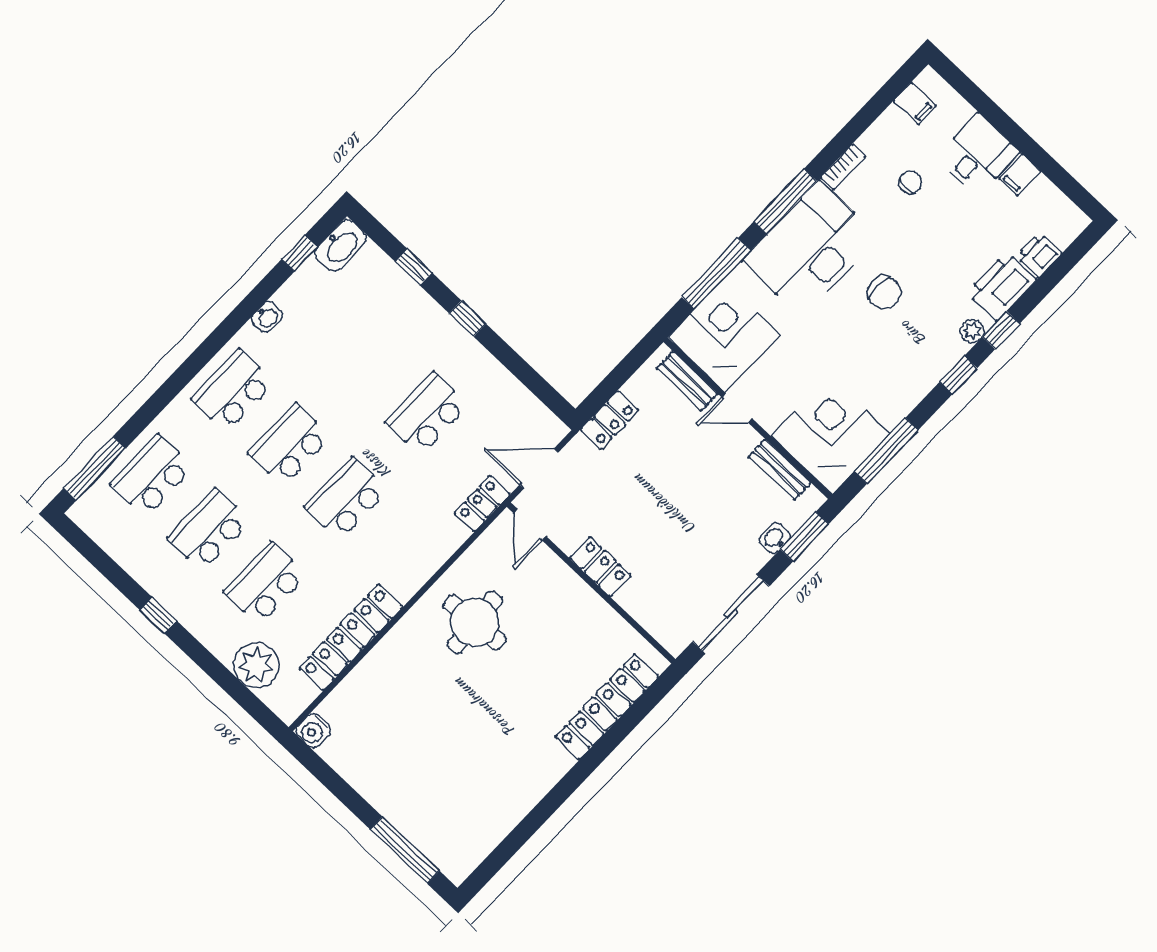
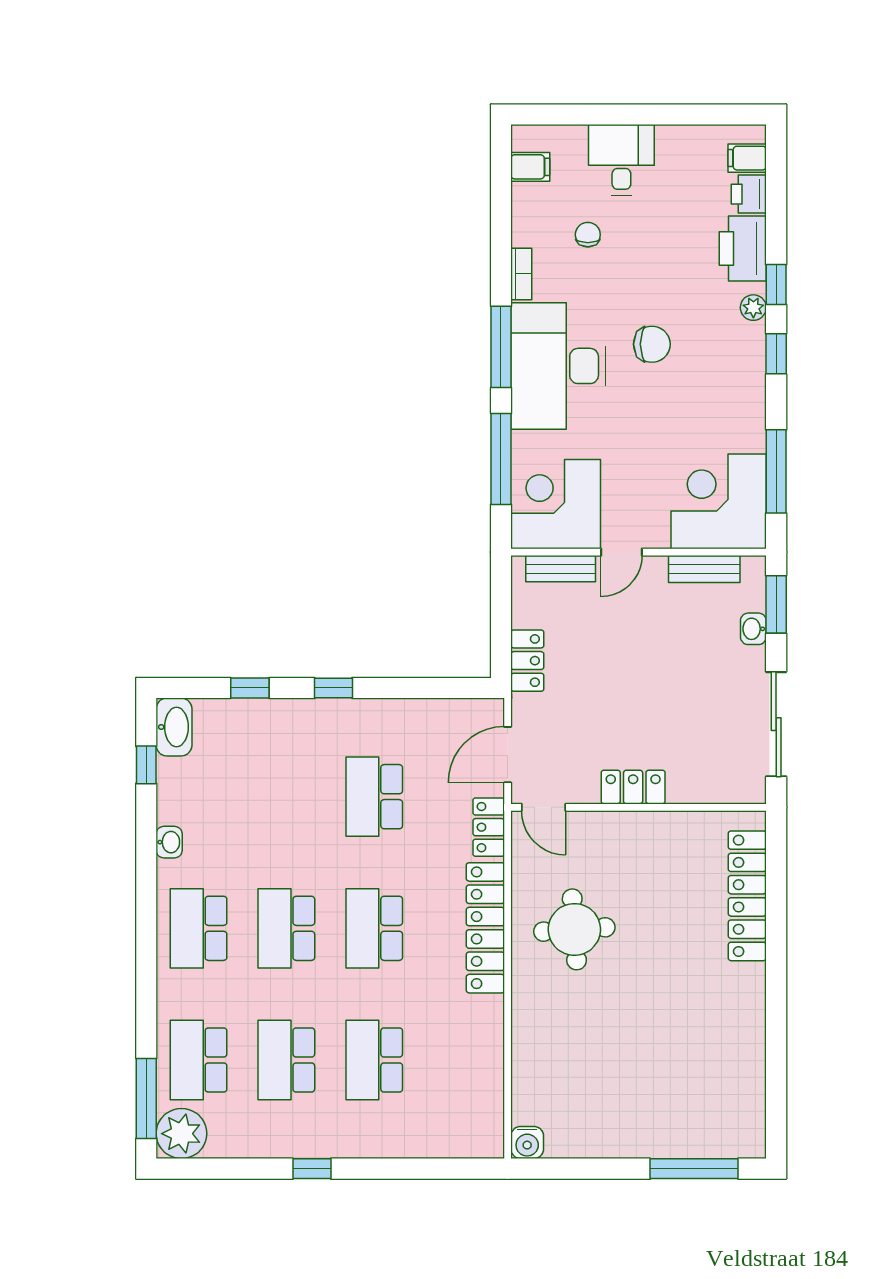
filing cabinet: (1020, 175) -> (747, 158), moved, turned 90
locker: (351, 637) -> (485, 928), moved
plant: (256, 665) -> (181, 1134), moved

